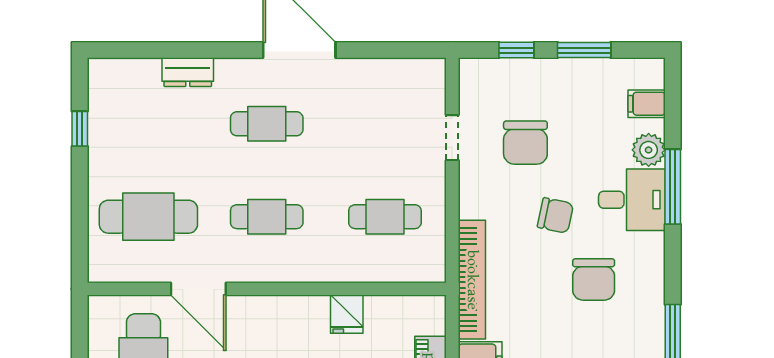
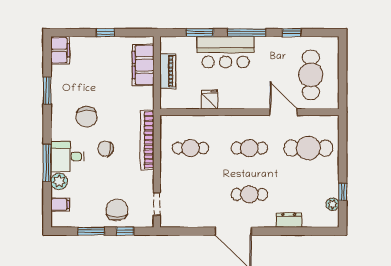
plant: (100, 104) -> (333, 204), added
doorway: (452, 138) -> (157, 204), moved
chair: (525, 143) -> (117, 210), moved
chair: (594, 279) -> (86, 117), turned 180
bookcase: (472, 280) -> (147, 140), moved

